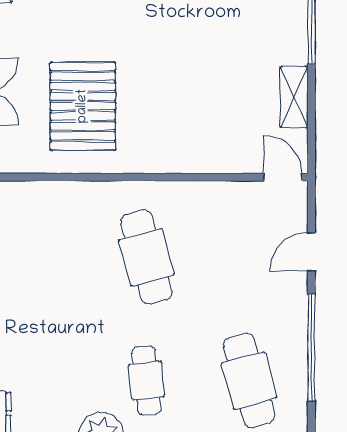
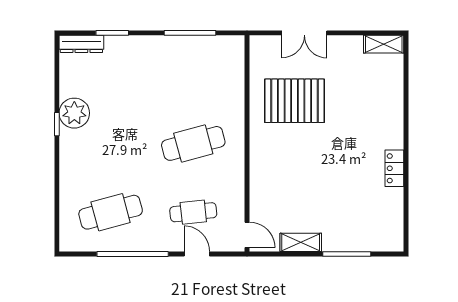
door: (283, 177) -> (247, 235), hinge flipped
cafe table: (146, 381) -> (193, 212), moved

